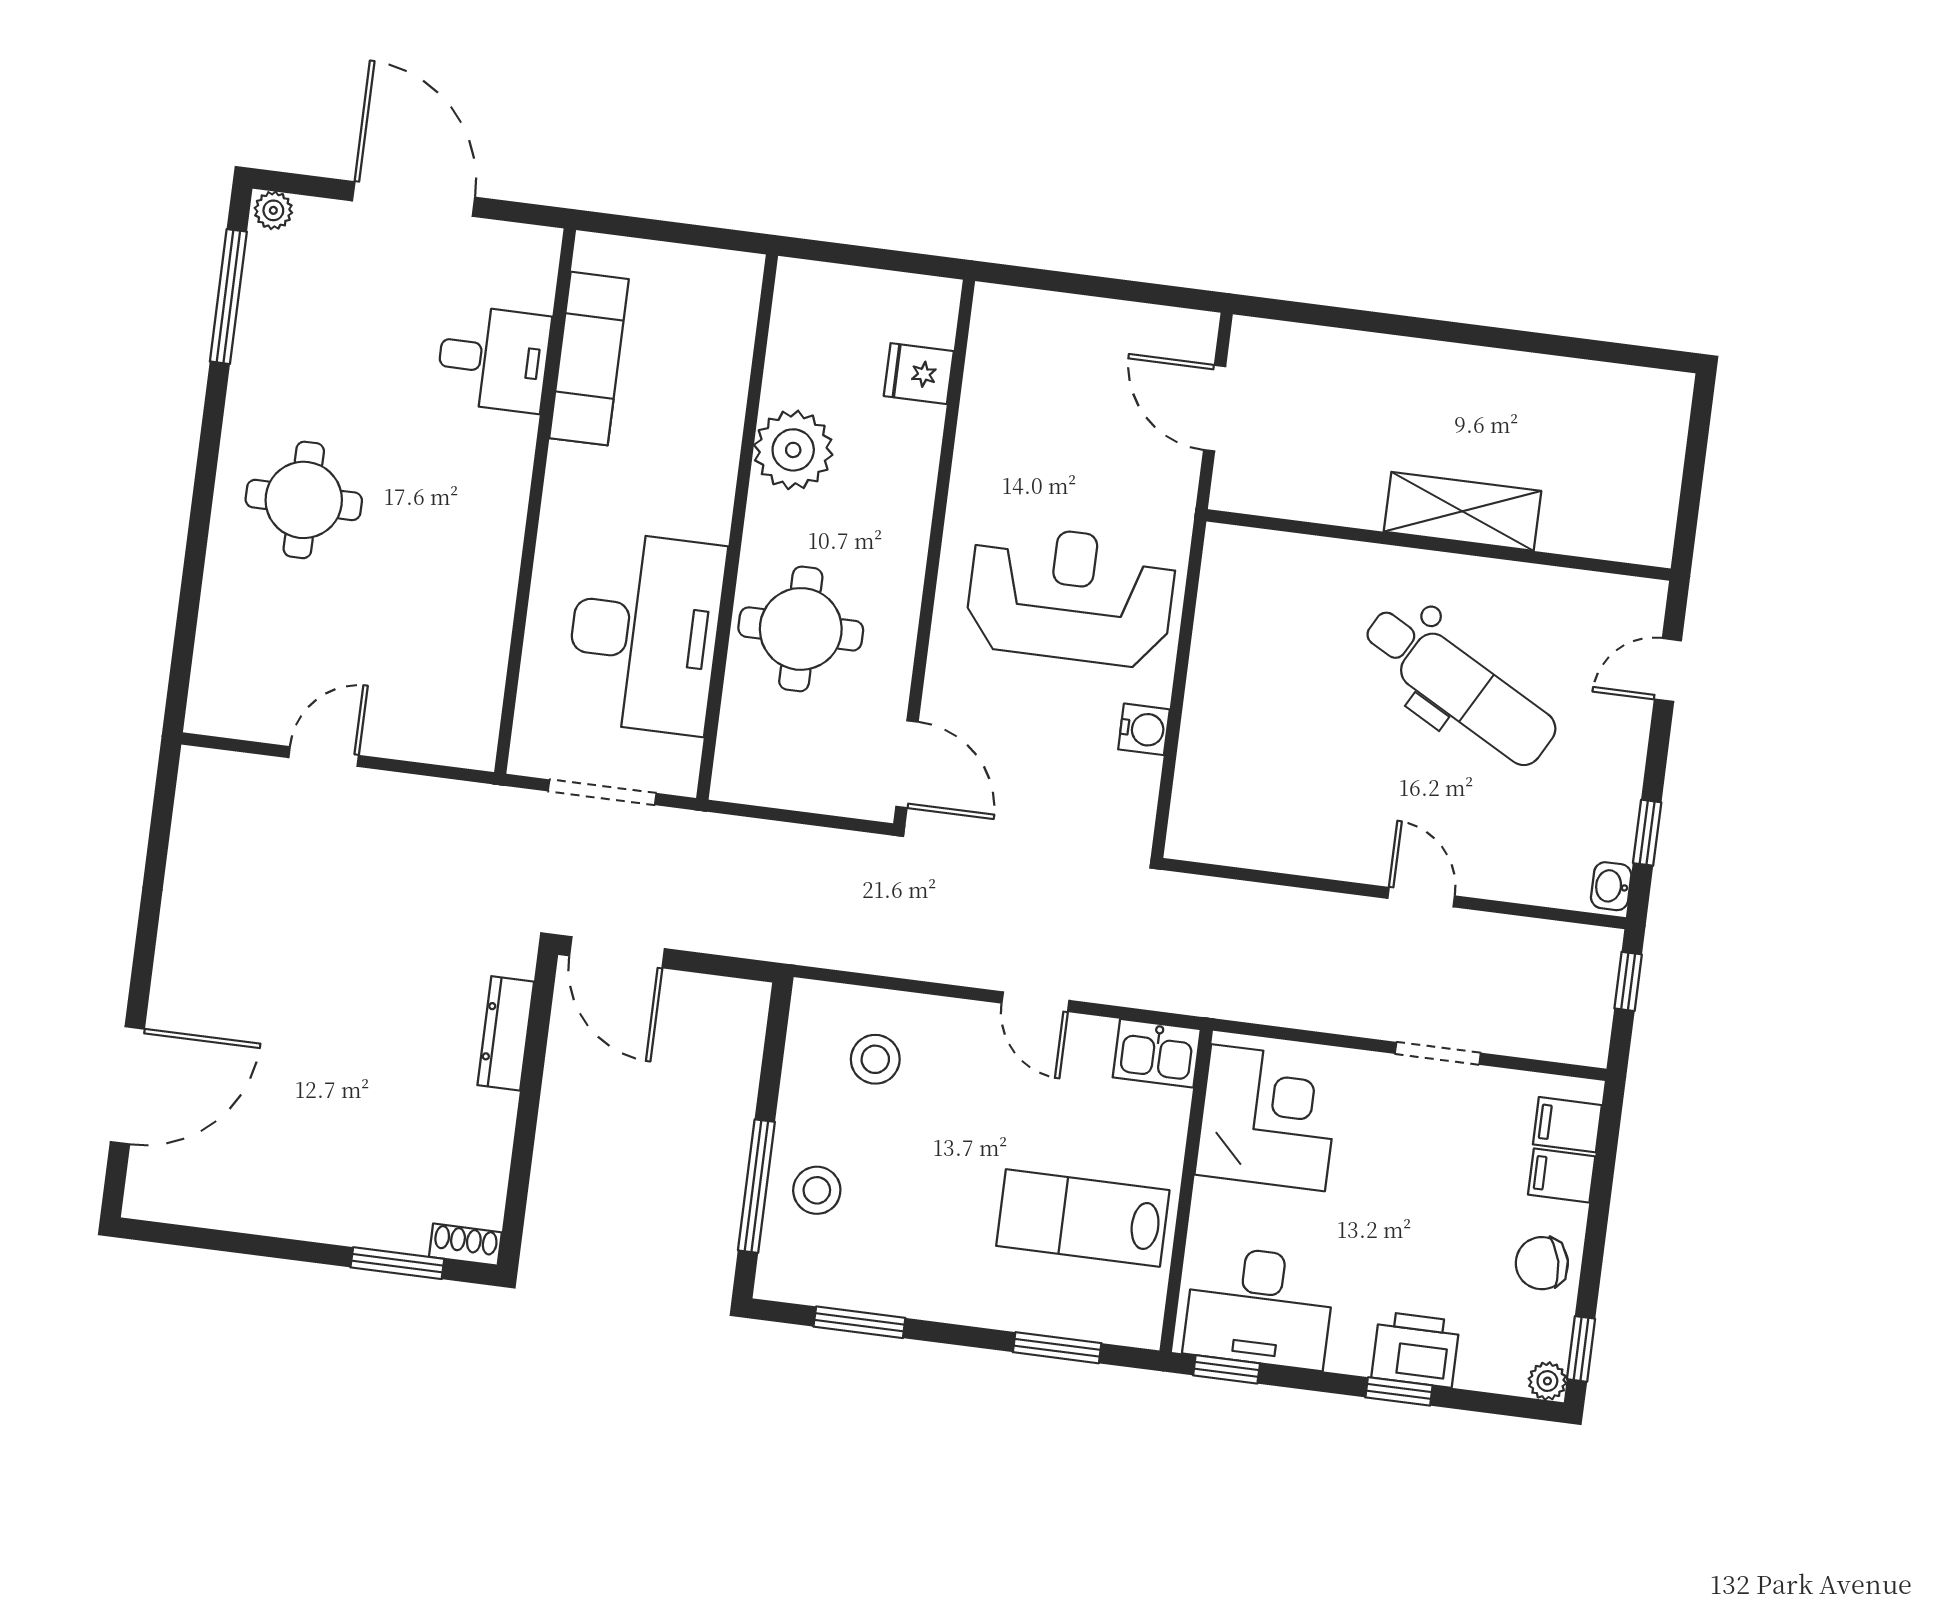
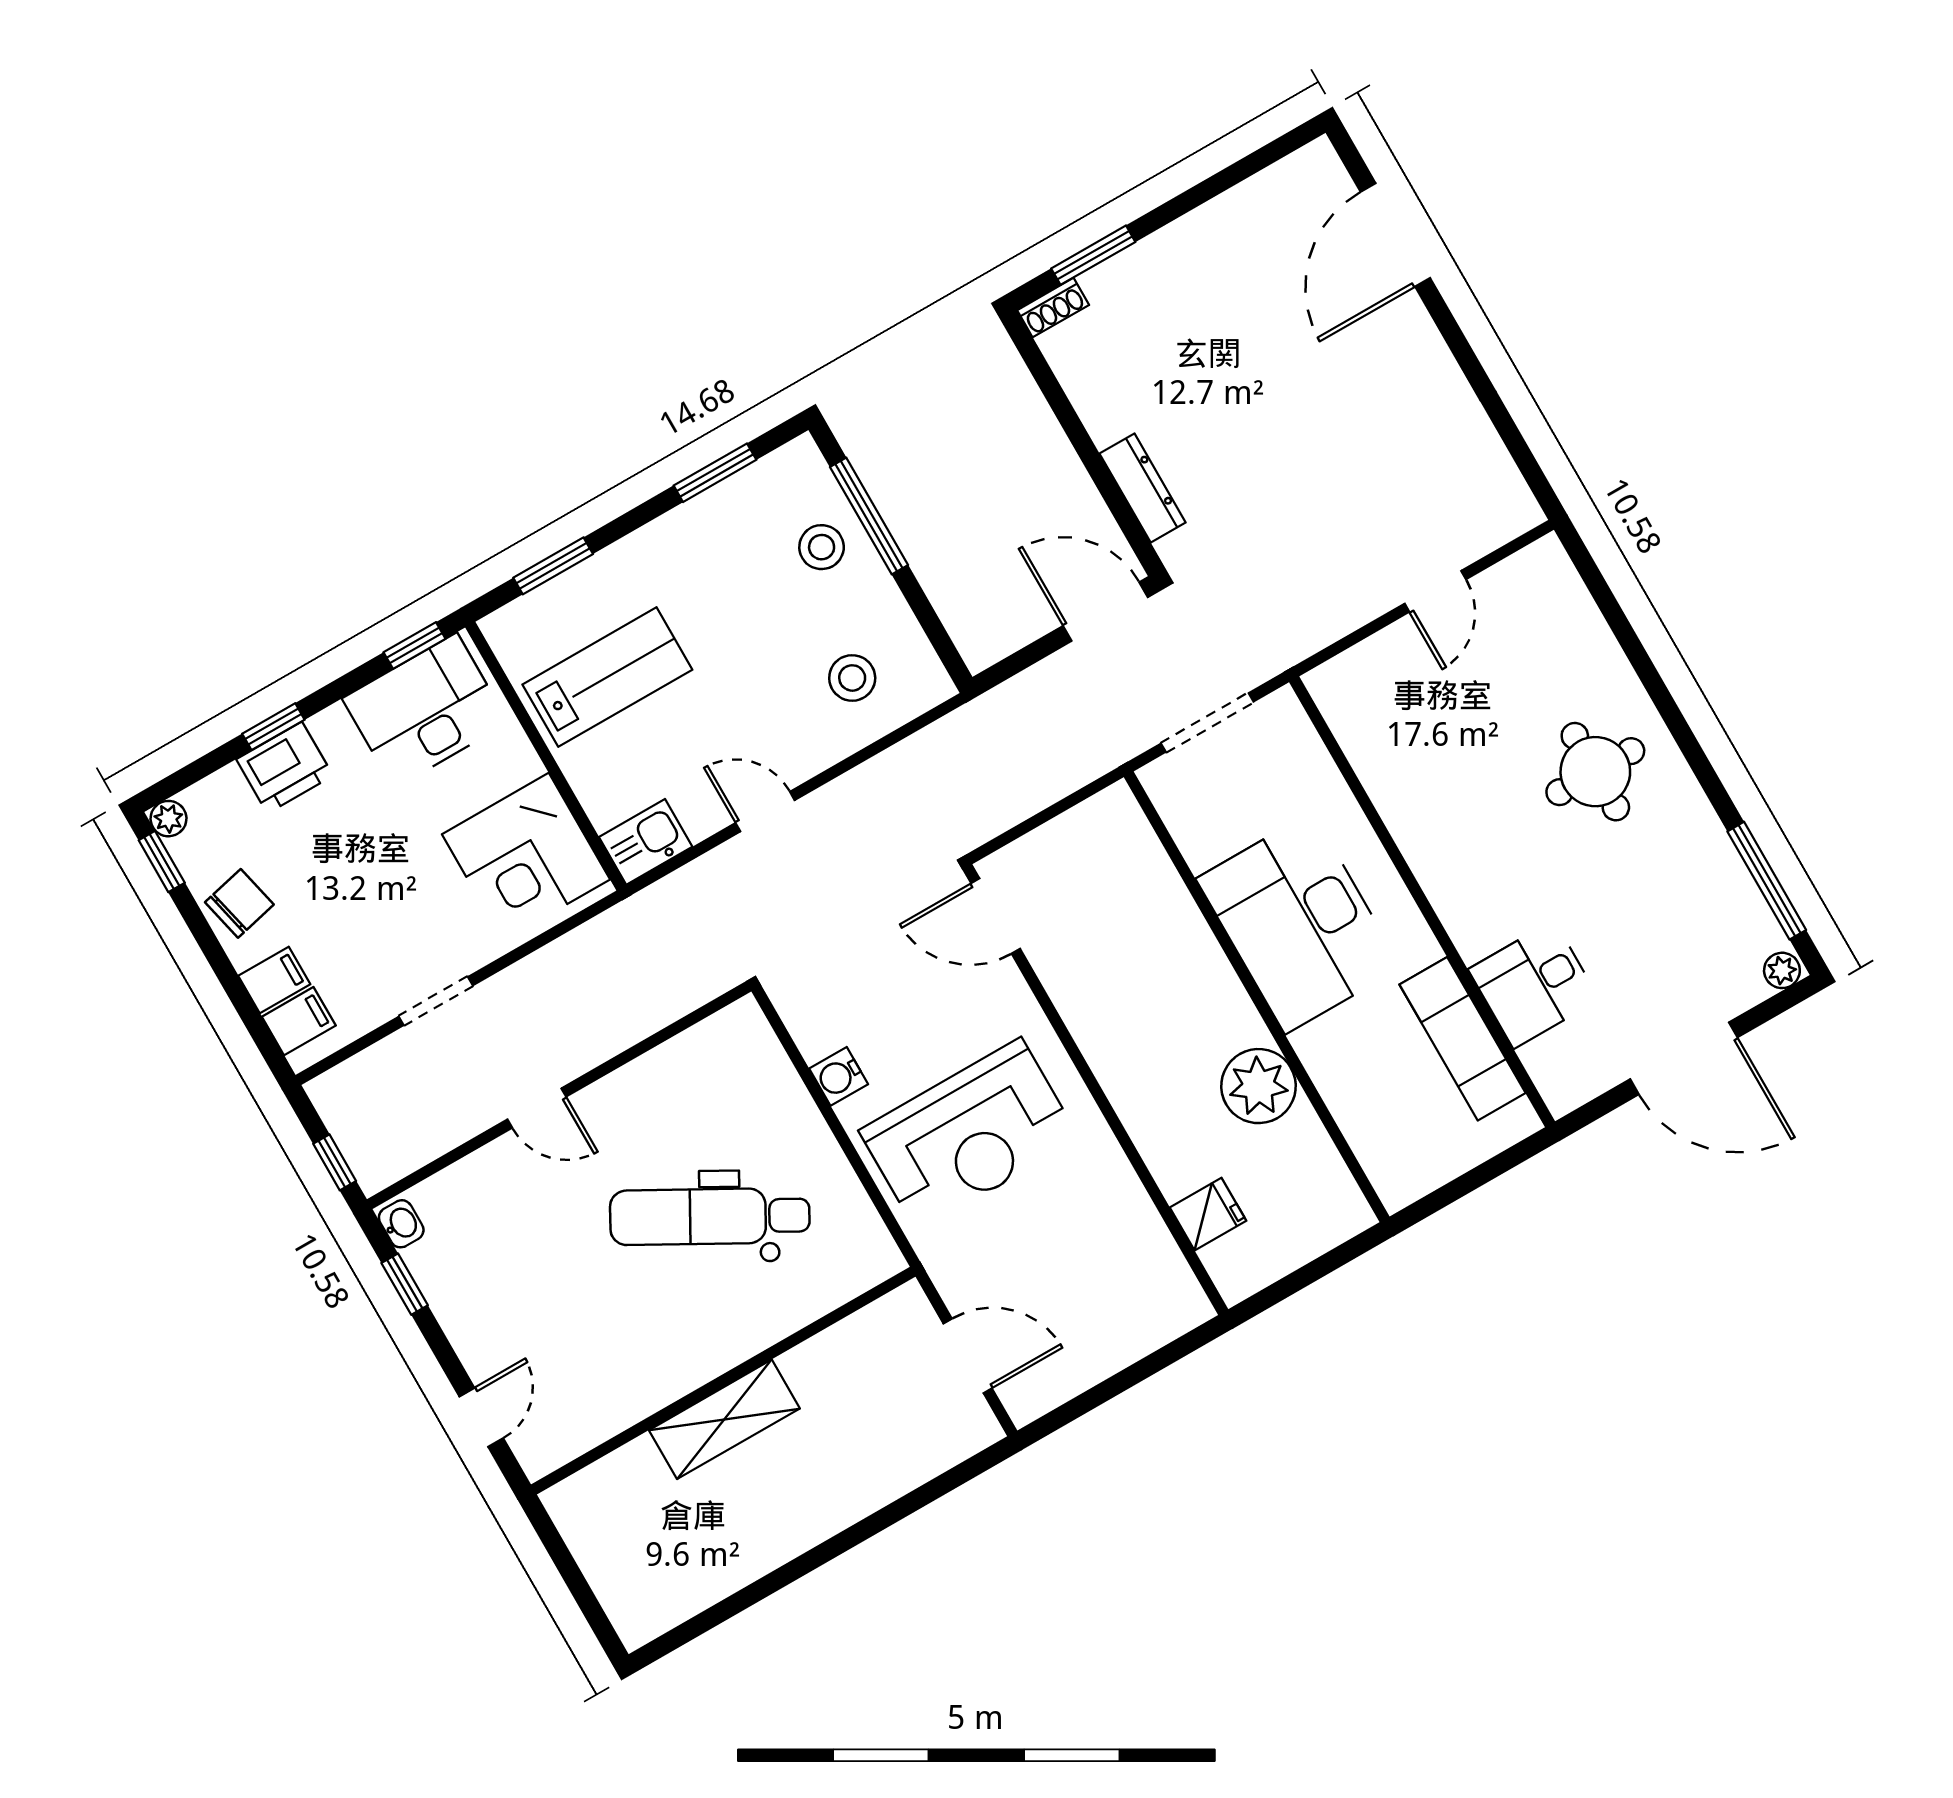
round table: (801, 629) -> (1151, 957), removed
desk: (645, 633) -> (1299, 923), moved
dental chair: (1459, 686) -> (710, 1216), moved

